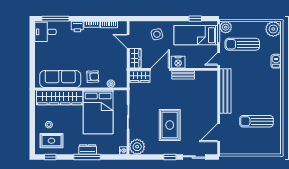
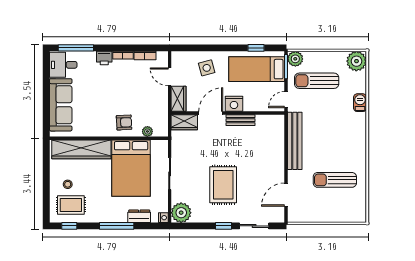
sofa: (60, 79) -> (61, 105), moved, turned 90
dresser: (88, 149) -> (139, 216), moved

